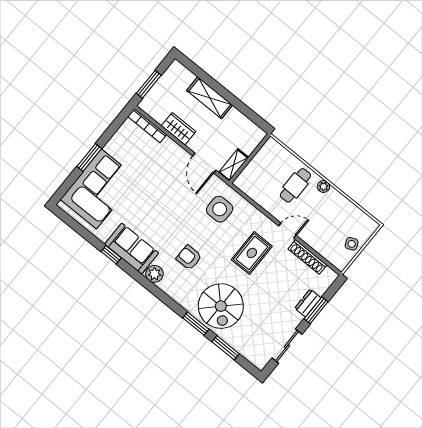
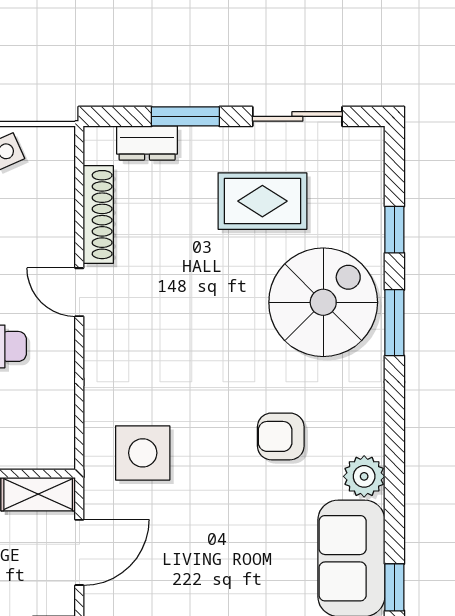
rug: (252, 253) -> (262, 201), moved
armchair: (189, 258) -> (281, 436), turned 90
dresser: (308, 303) -> (147, 143), moved
window: (226, 348) -> (394, 230), width x0.67

